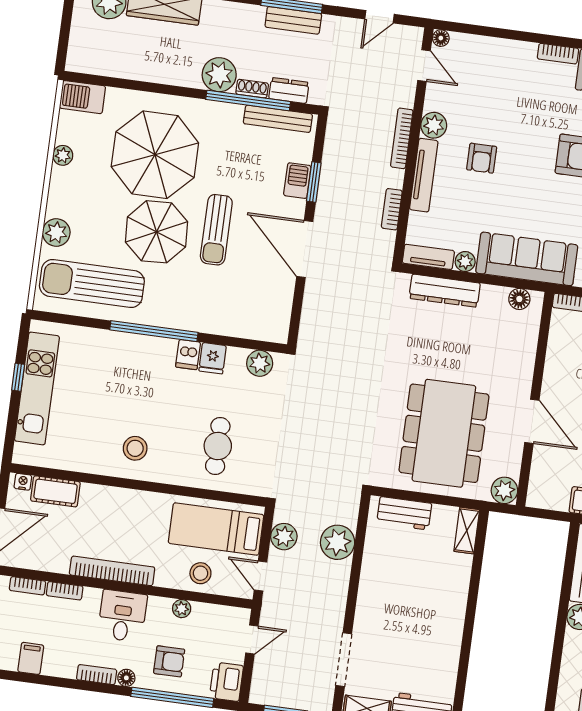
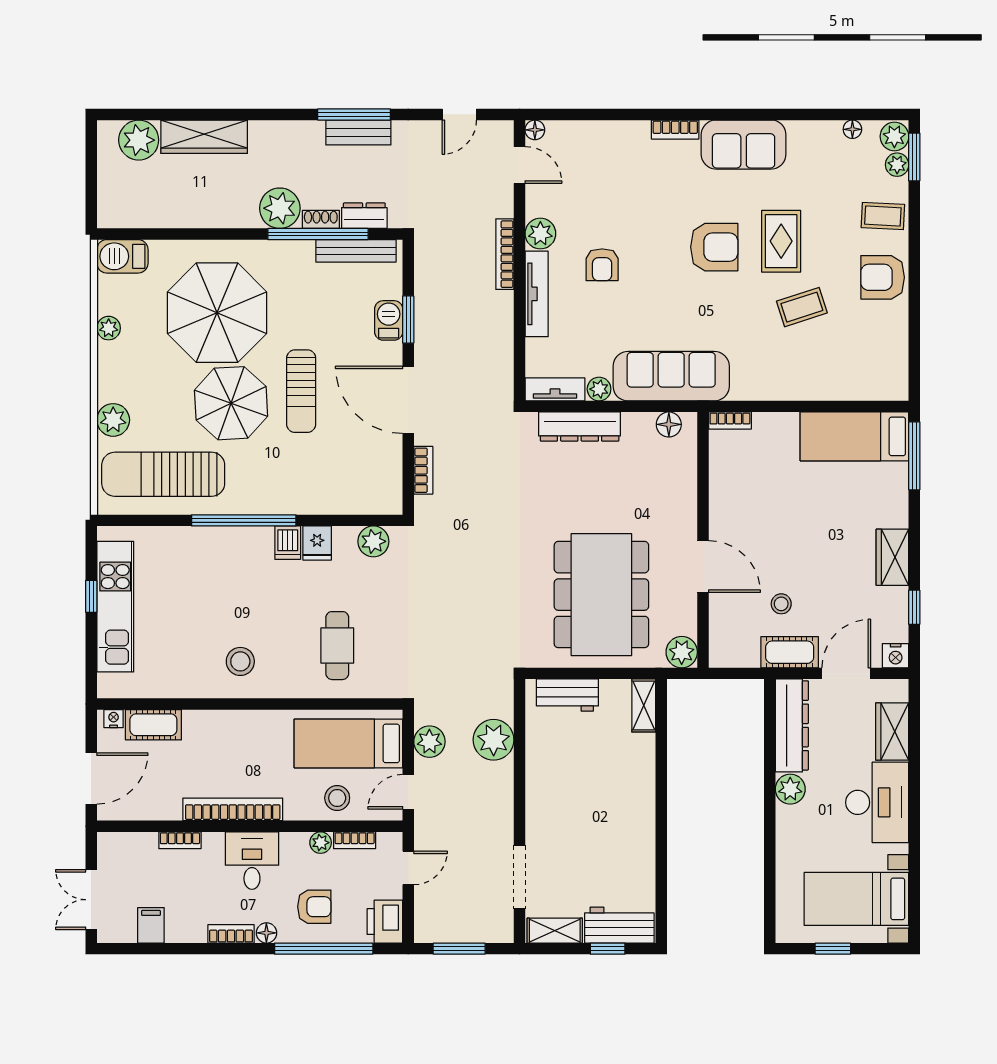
bookcase: (392, 209) -> (423, 470), moved, turned 180
door: (261, 576) -> (408, 792), hinge flipped
bookcase: (28, 586) -> (355, 840), moved

